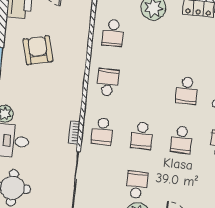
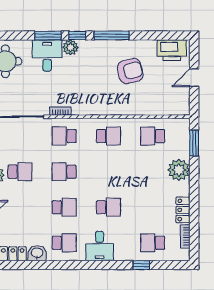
school desk: (187, 91) -> (108, 207), turned 180
school desk: (181, 140) -> (64, 207), turned 180

